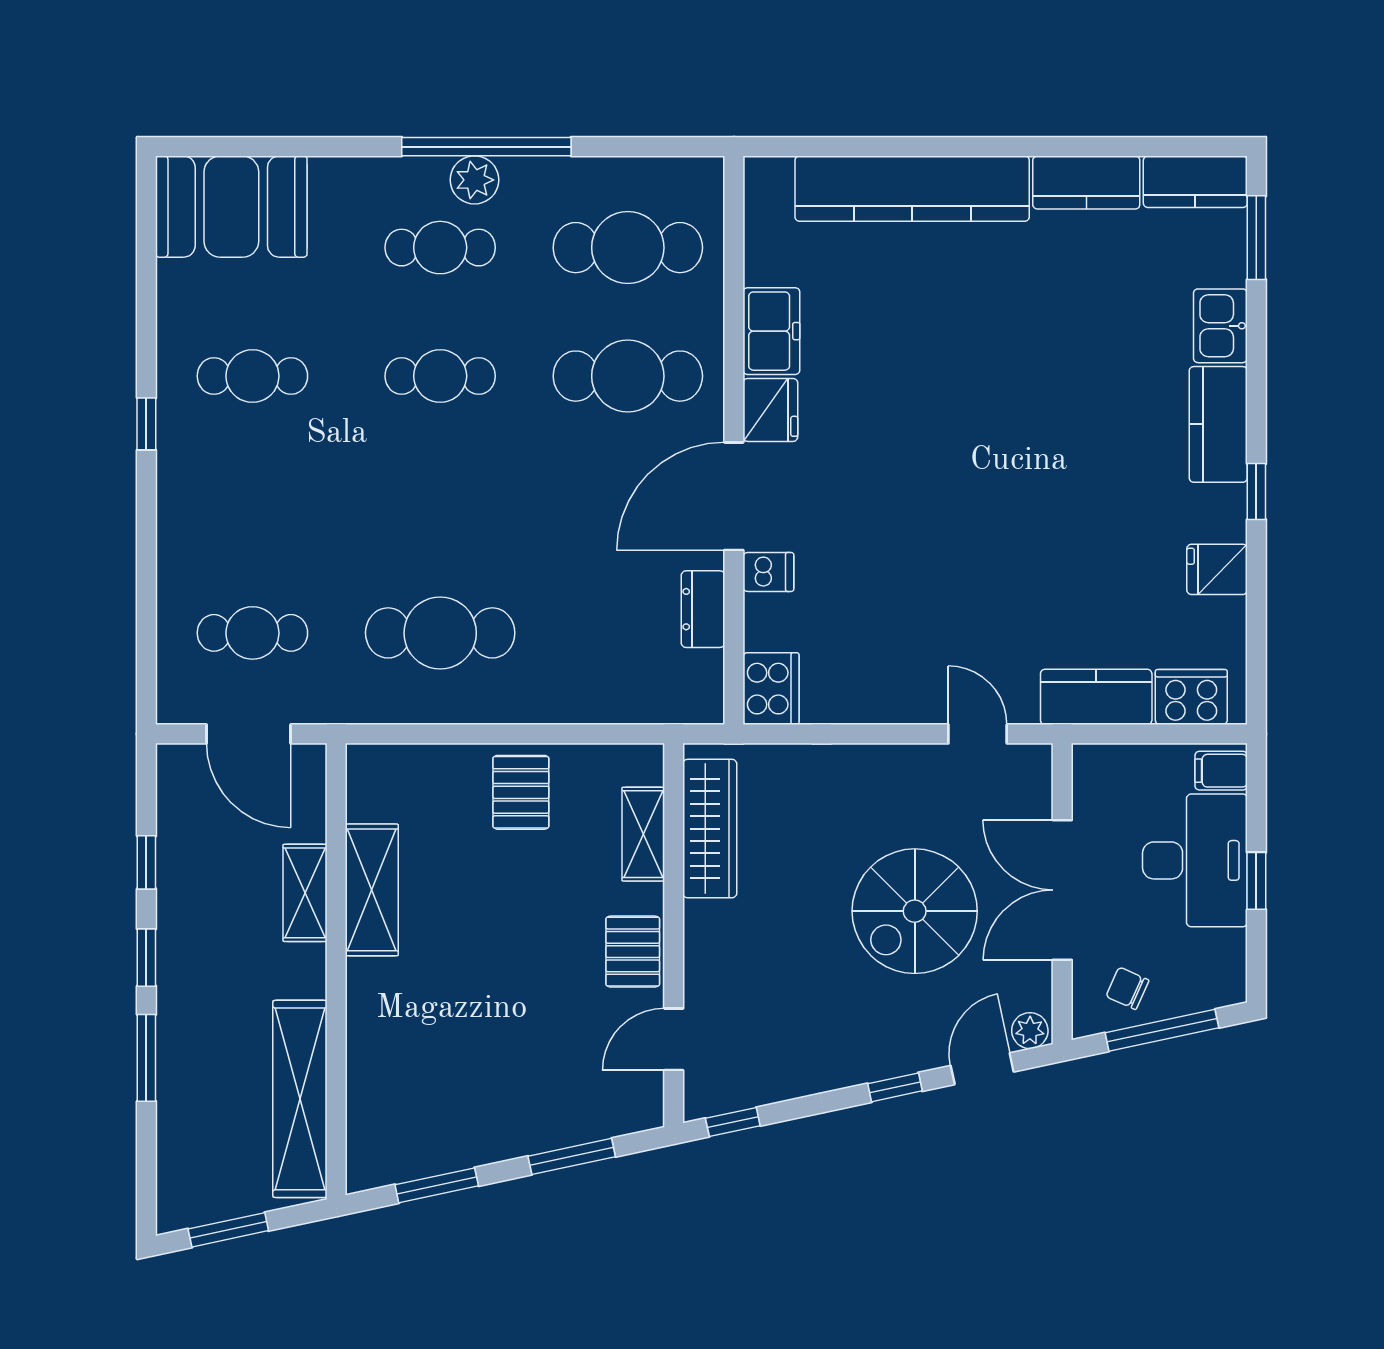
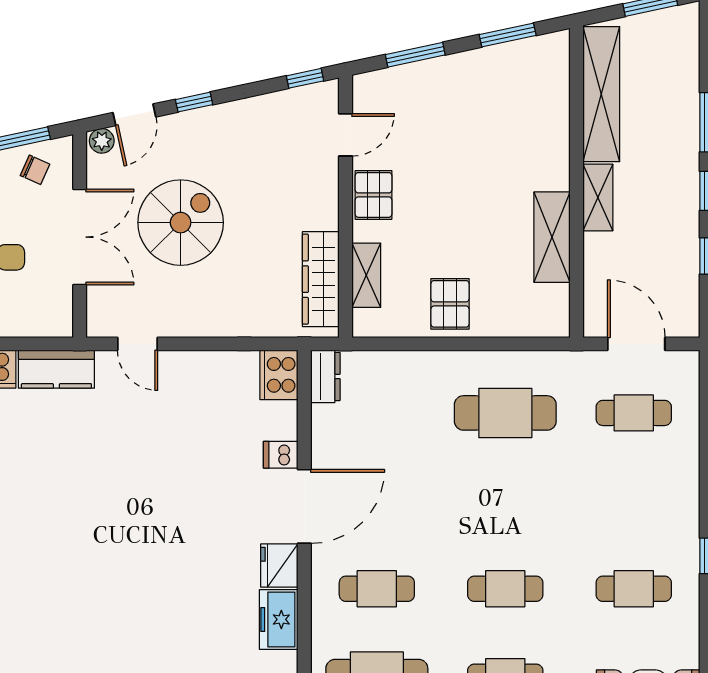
cafe table: (628, 376) -> (377, 589), width x0.73, depth x0.74
dresser: (703, 609) -> (325, 376), moved
shelving: (305, 893) -> (598, 197), moved

